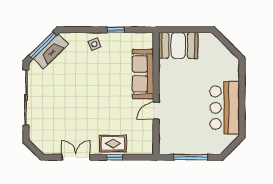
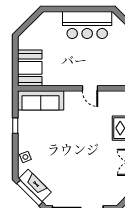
side table: (94, 44) -> (25, 157), moved
sofa: (143, 74) -> (41, 100), moved

